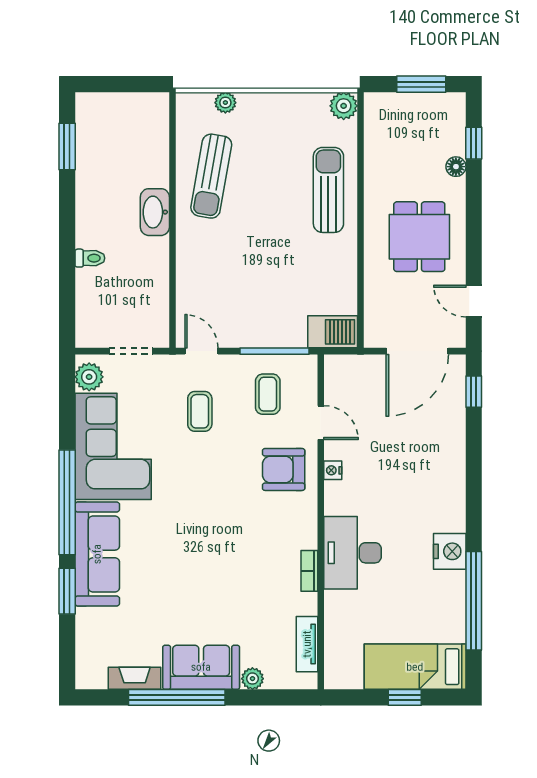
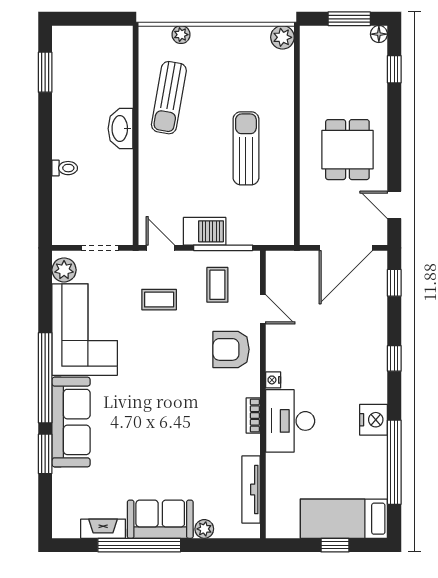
floor lamp: (456, 167) -> (379, 34), moved
sun lounger: (328, 190) -> (246, 148), moved
barbecue: (333, 332) -> (205, 231), moved
coffee table: (200, 411) -> (159, 300), turned 90
nightstand: (333, 470) -> (273, 380), moved
window: (474, 480) -> (394, 358), added
bookcase: (309, 571) -> (253, 416), moved
tv unit: (307, 644) -> (251, 490), width x1.41

